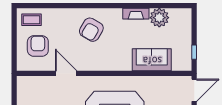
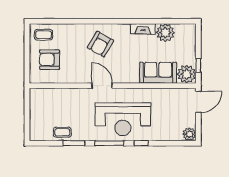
armchair: (38, 46) -> (50, 60), turned -90
plant: (182, 61) -> (187, 74), added
door: (66, 73) -> (102, 86), moved

